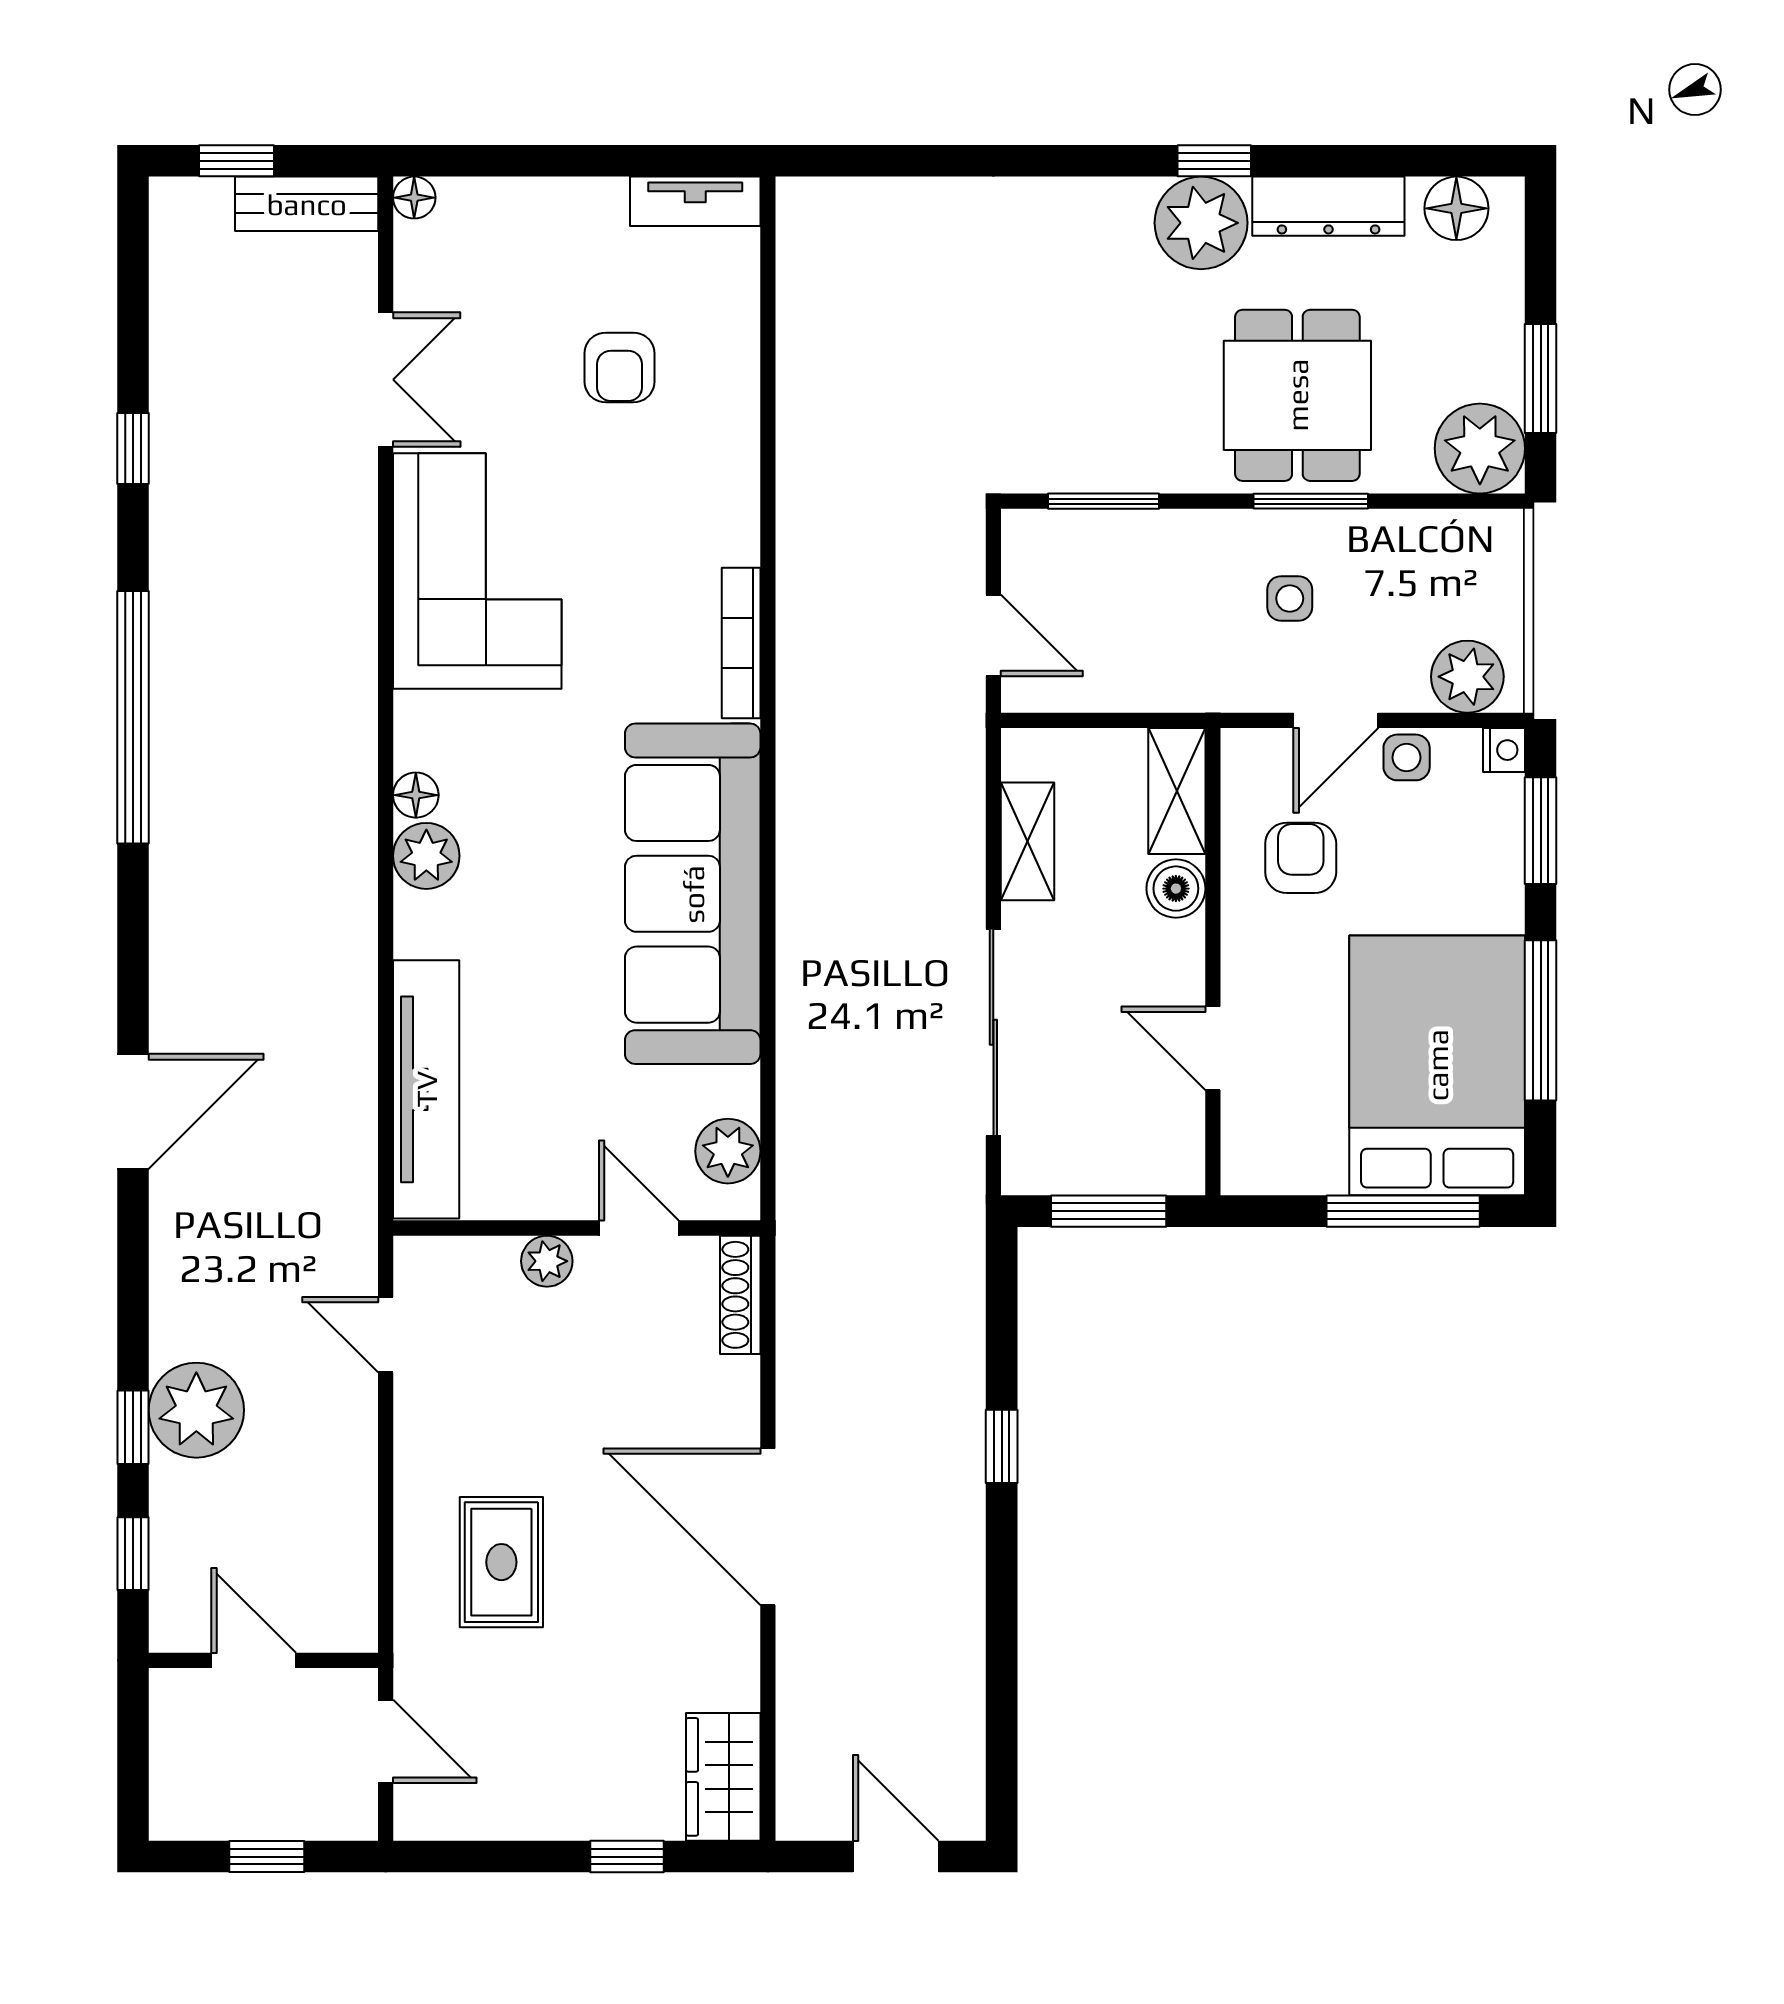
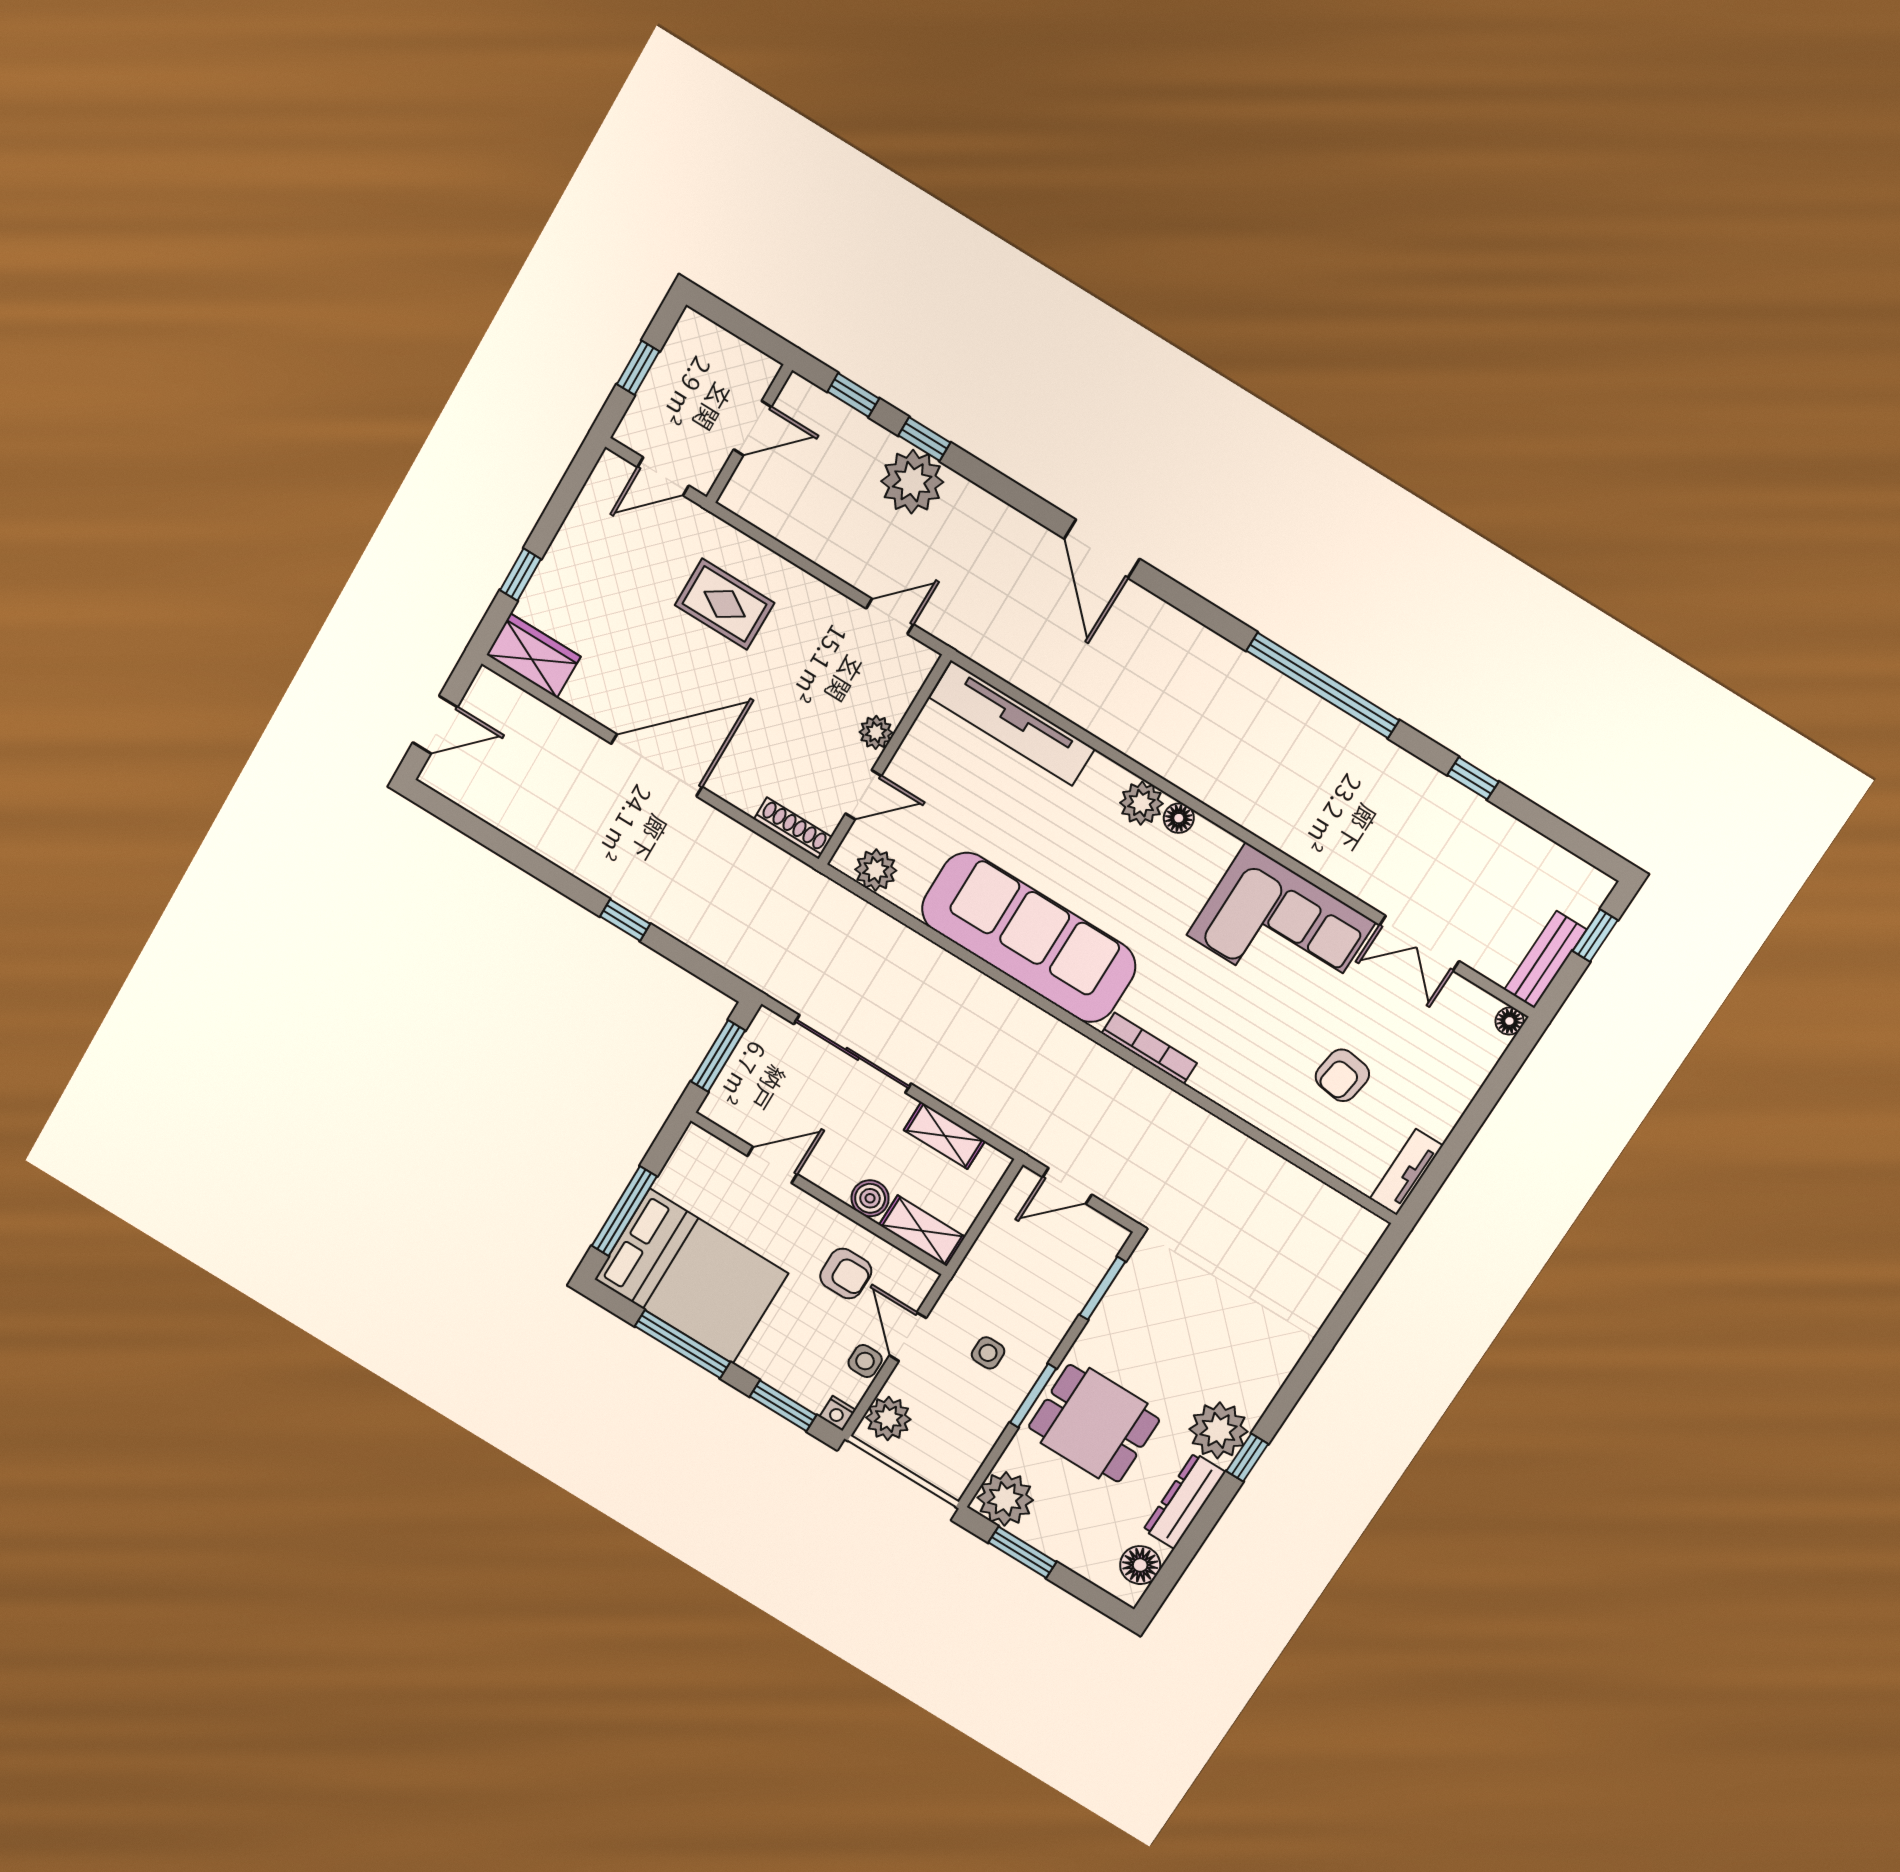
armchair: (620, 367) -> (1342, 1075), turned -82

